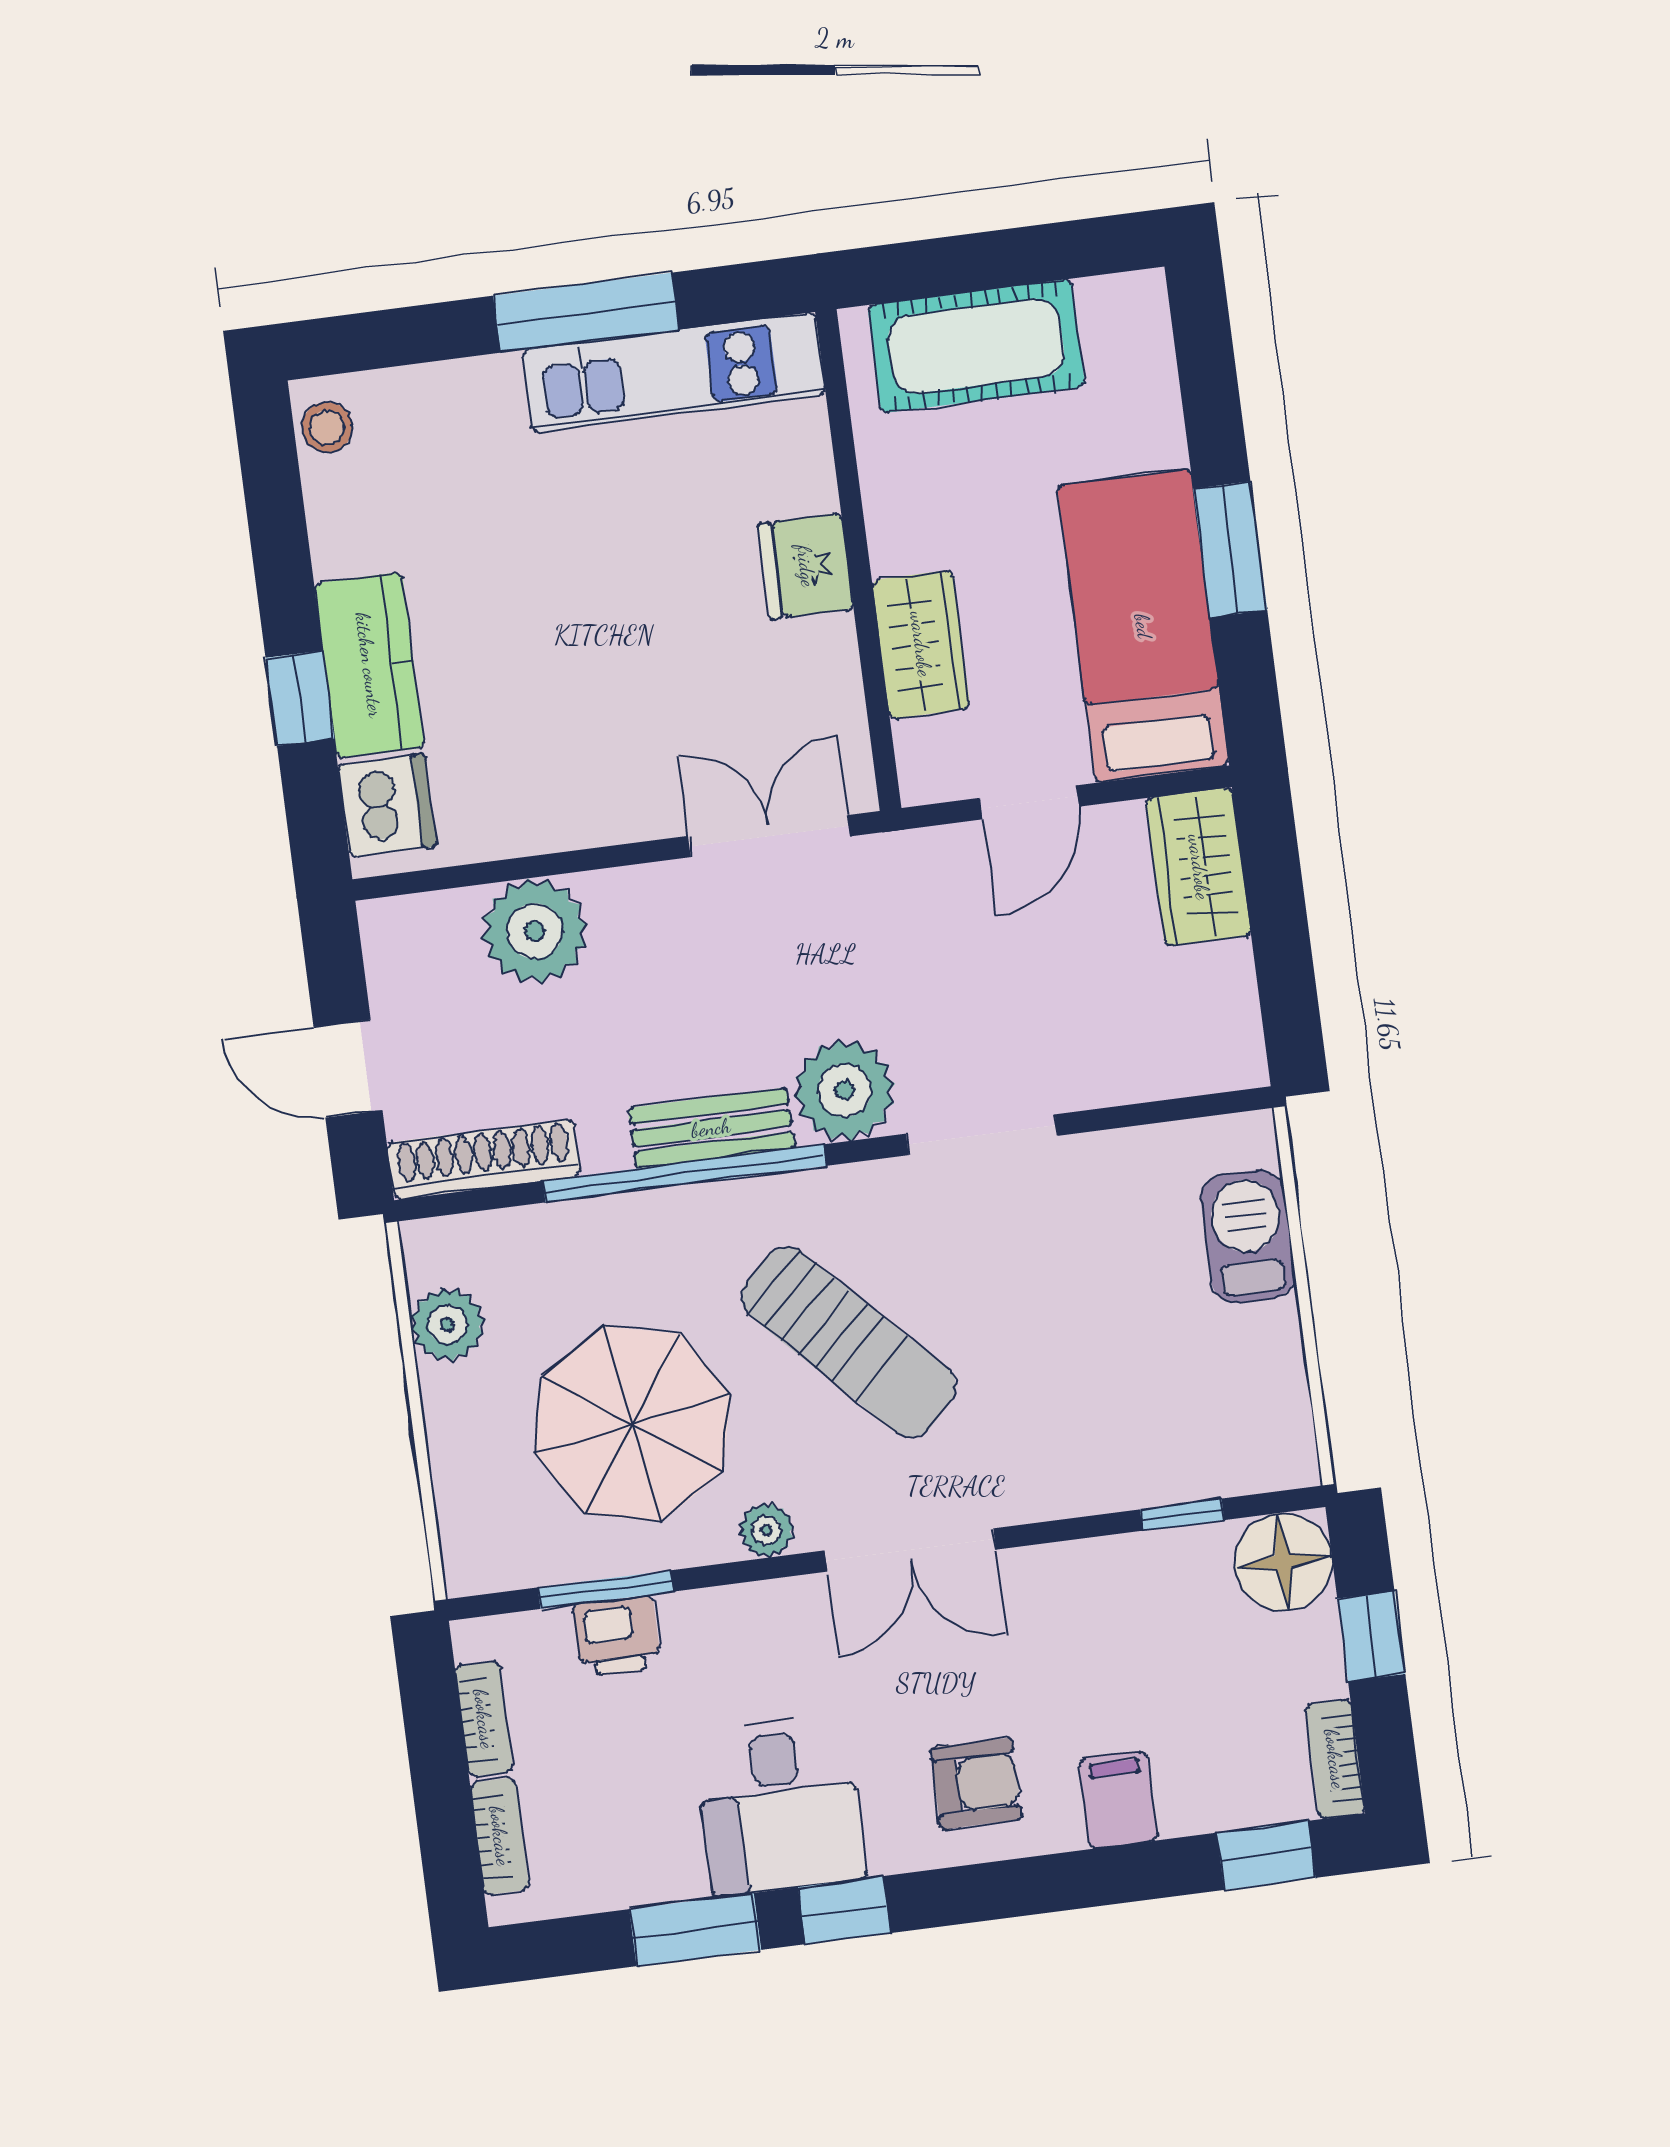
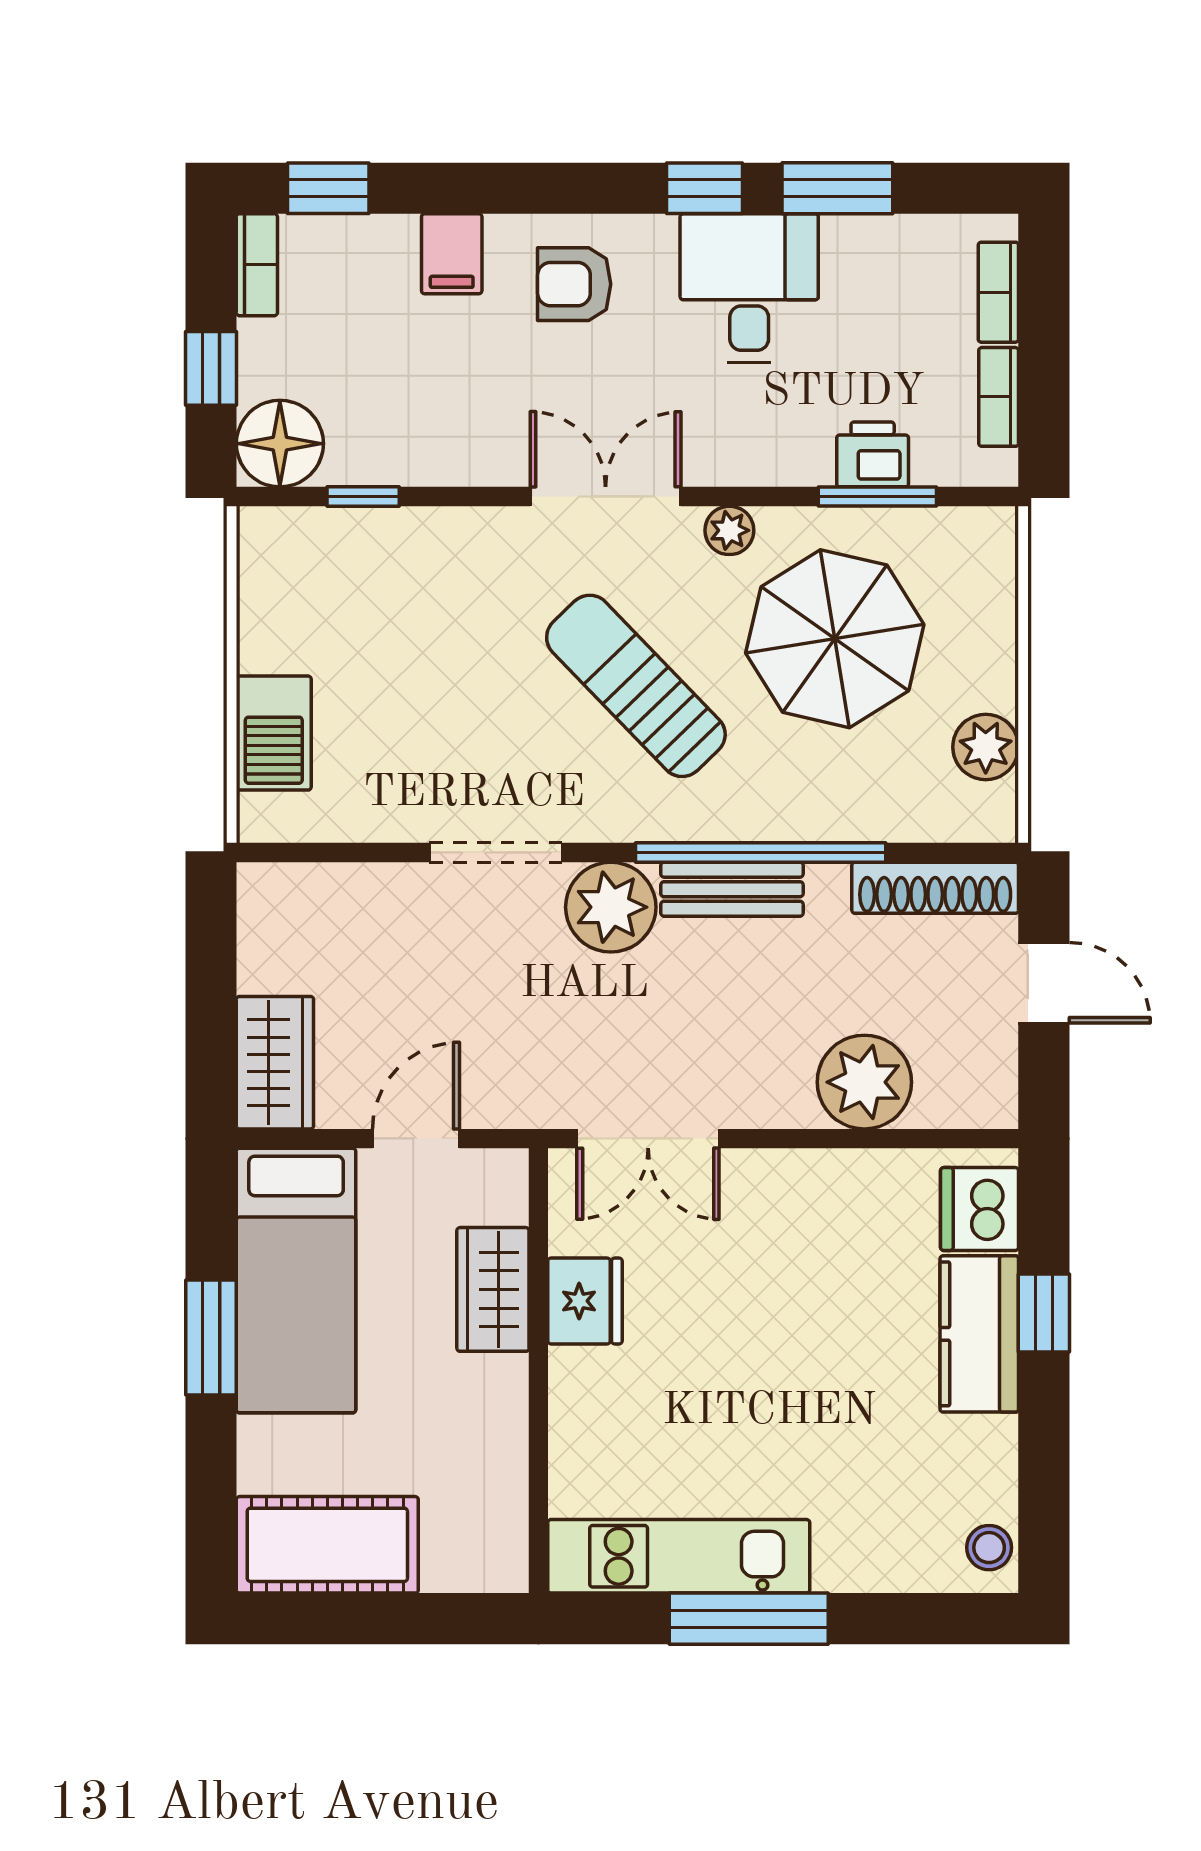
cot: (976, 346) -> (327, 1545), moved
fridge: (806, 566) -> (585, 1301), moved

